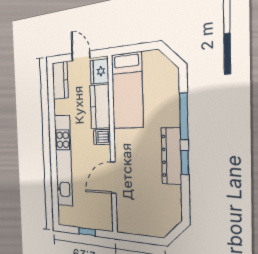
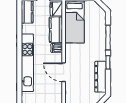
dresser: (171, 156) -> (100, 77), moved
door: (113, 178) -> (64, 72), hinge flipped

